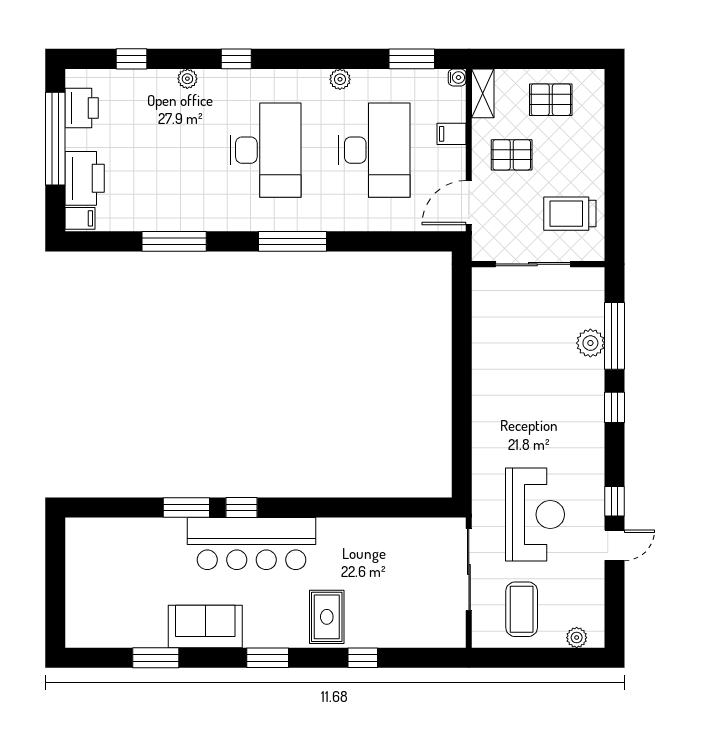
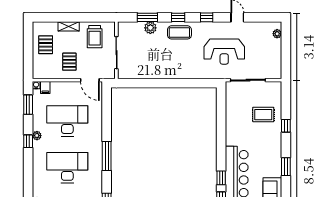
window: (236, 59) -> (28, 141), moved
shelving: (483, 93) -> (69, 26), moved
filing cabinet: (452, 134) -> (45, 88), moved
window: (615, 336) -> (147, 17), width x0.69
window: (615, 501) -> (207, 17), moved
reception desk: (535, 515) -> (224, 52), turned 180
coffee table: (522, 609) -> (179, 32), moved
rug: (327, 617) -> (263, 115), moved

